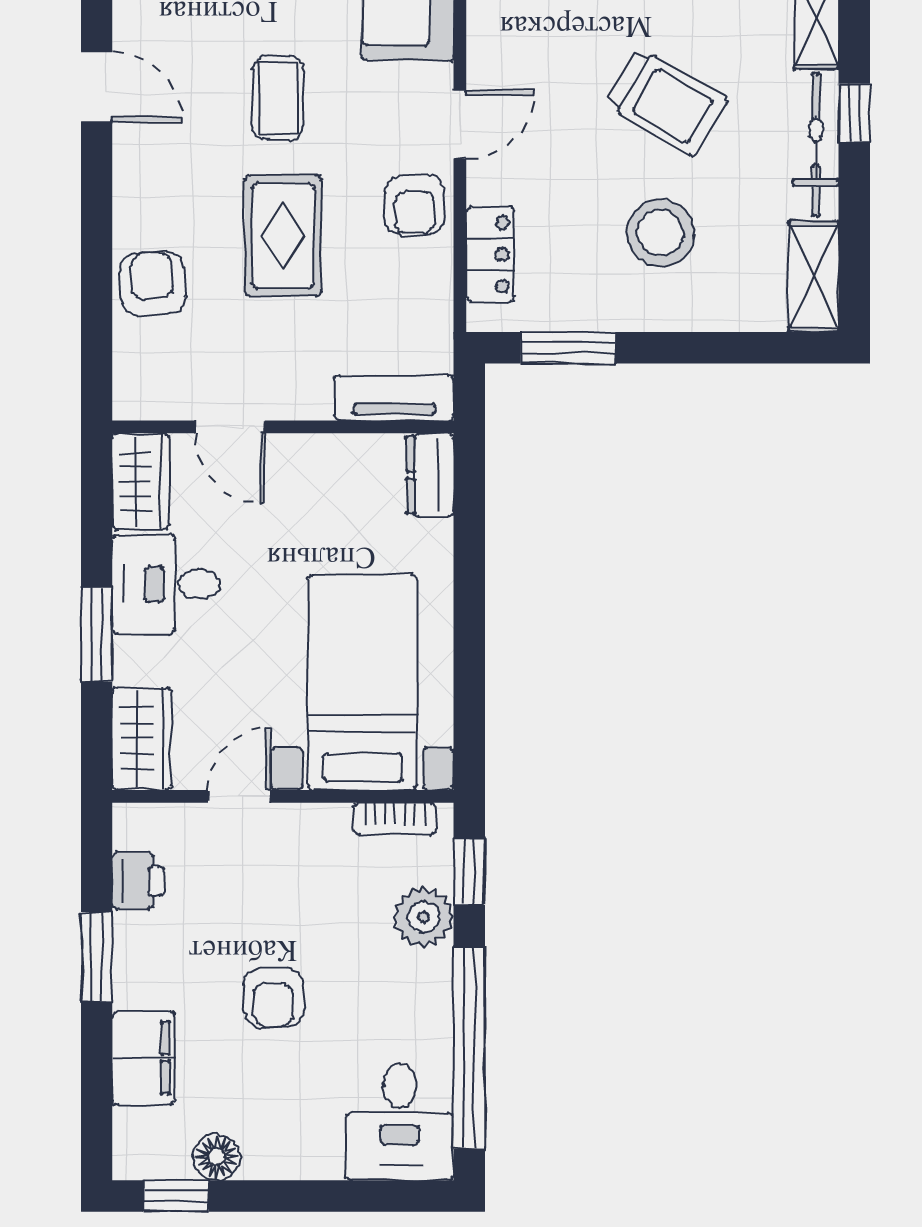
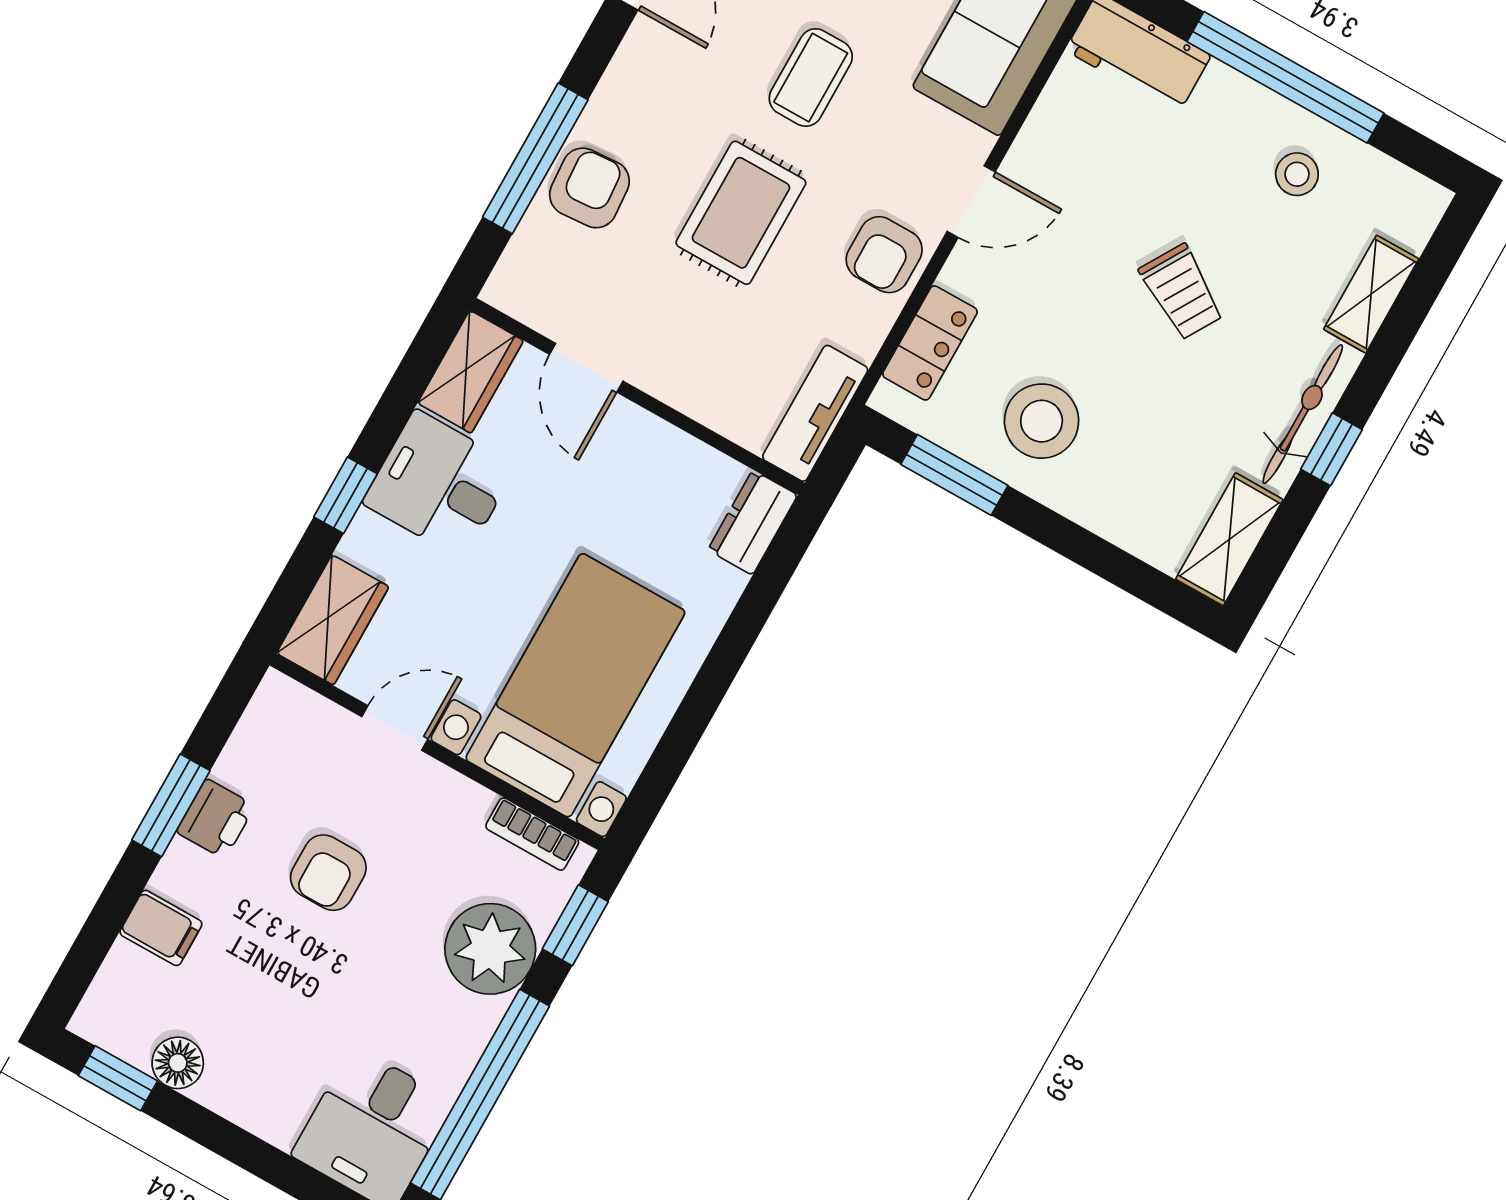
trolley: (666, 102) -> (1182, 292), width x0.73, depth x0.72
window: (854, 113) -> (1331, 449), moved
stool: (660, 233) -> (1042, 421), moved
window: (97, 284) -> (535, 158), added
tv unit: (394, 398) -> (815, 413), moved, turned -90
window: (97, 635) -> (345, 495), width x0.67
printer: (138, 881) -> (216, 819), moved
plant: (423, 917) -> (490, 949), width x1.36, depth x1.36
armchair: (273, 997) -> (328, 873), moved
filing cabinet: (143, 1058) -> (161, 928), width x0.50

